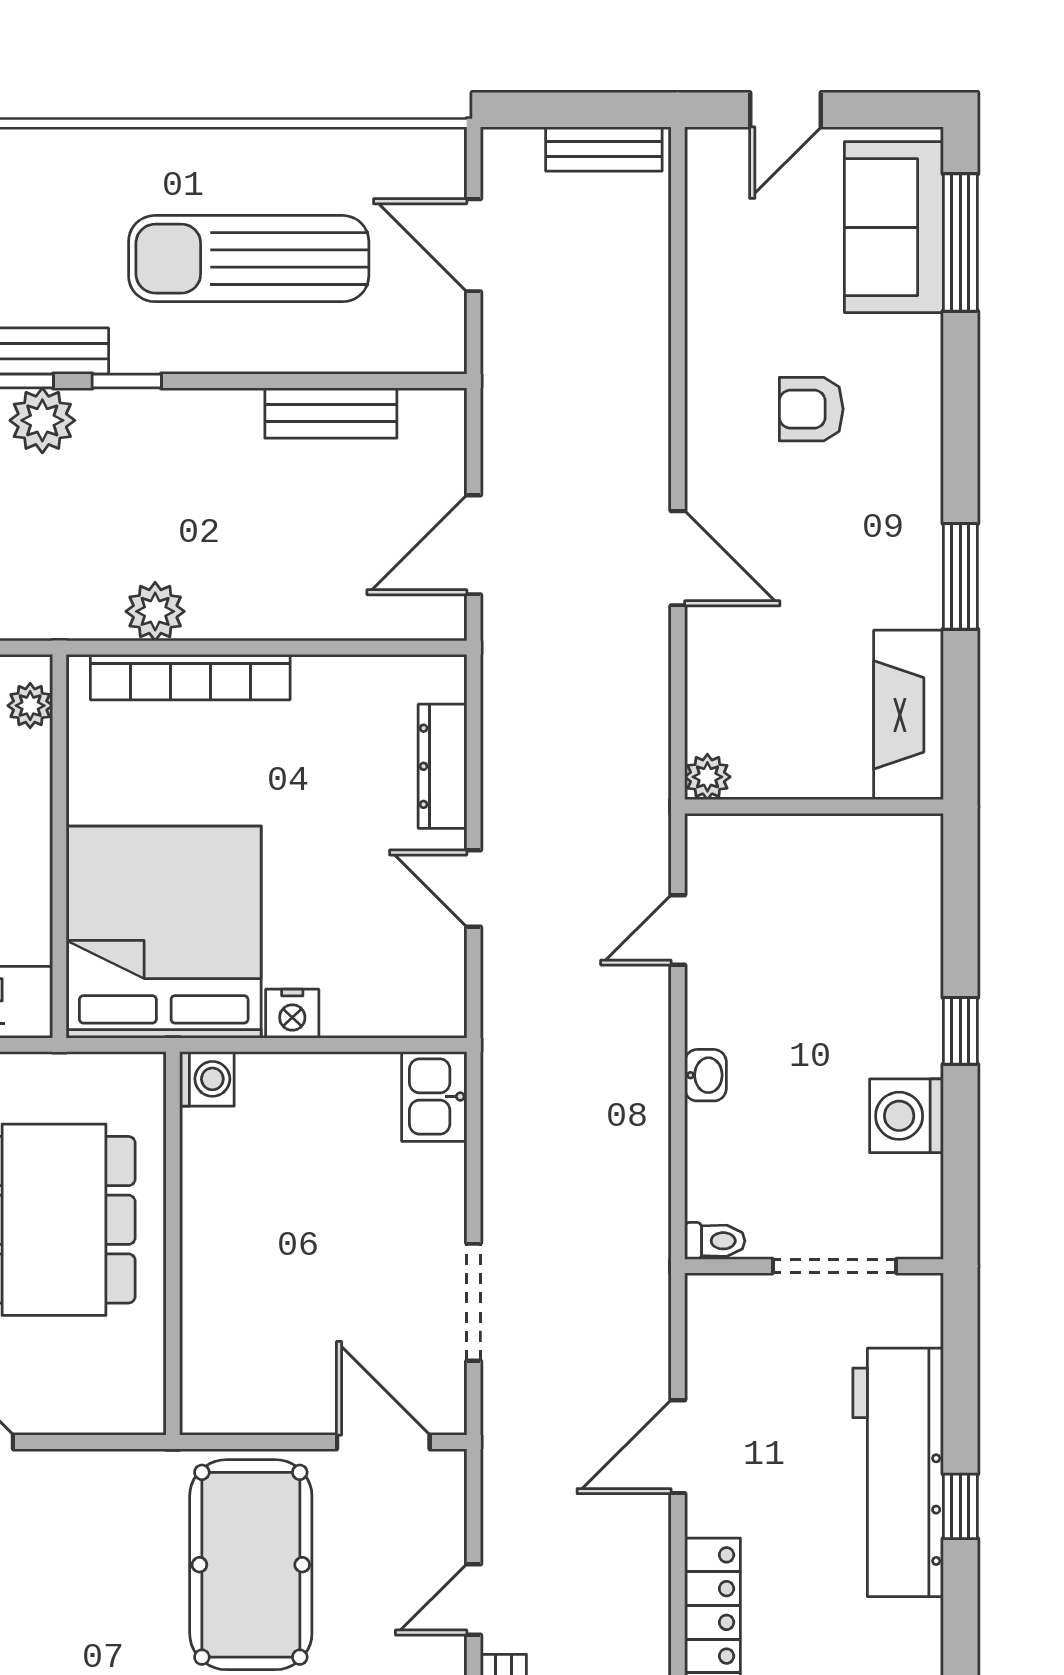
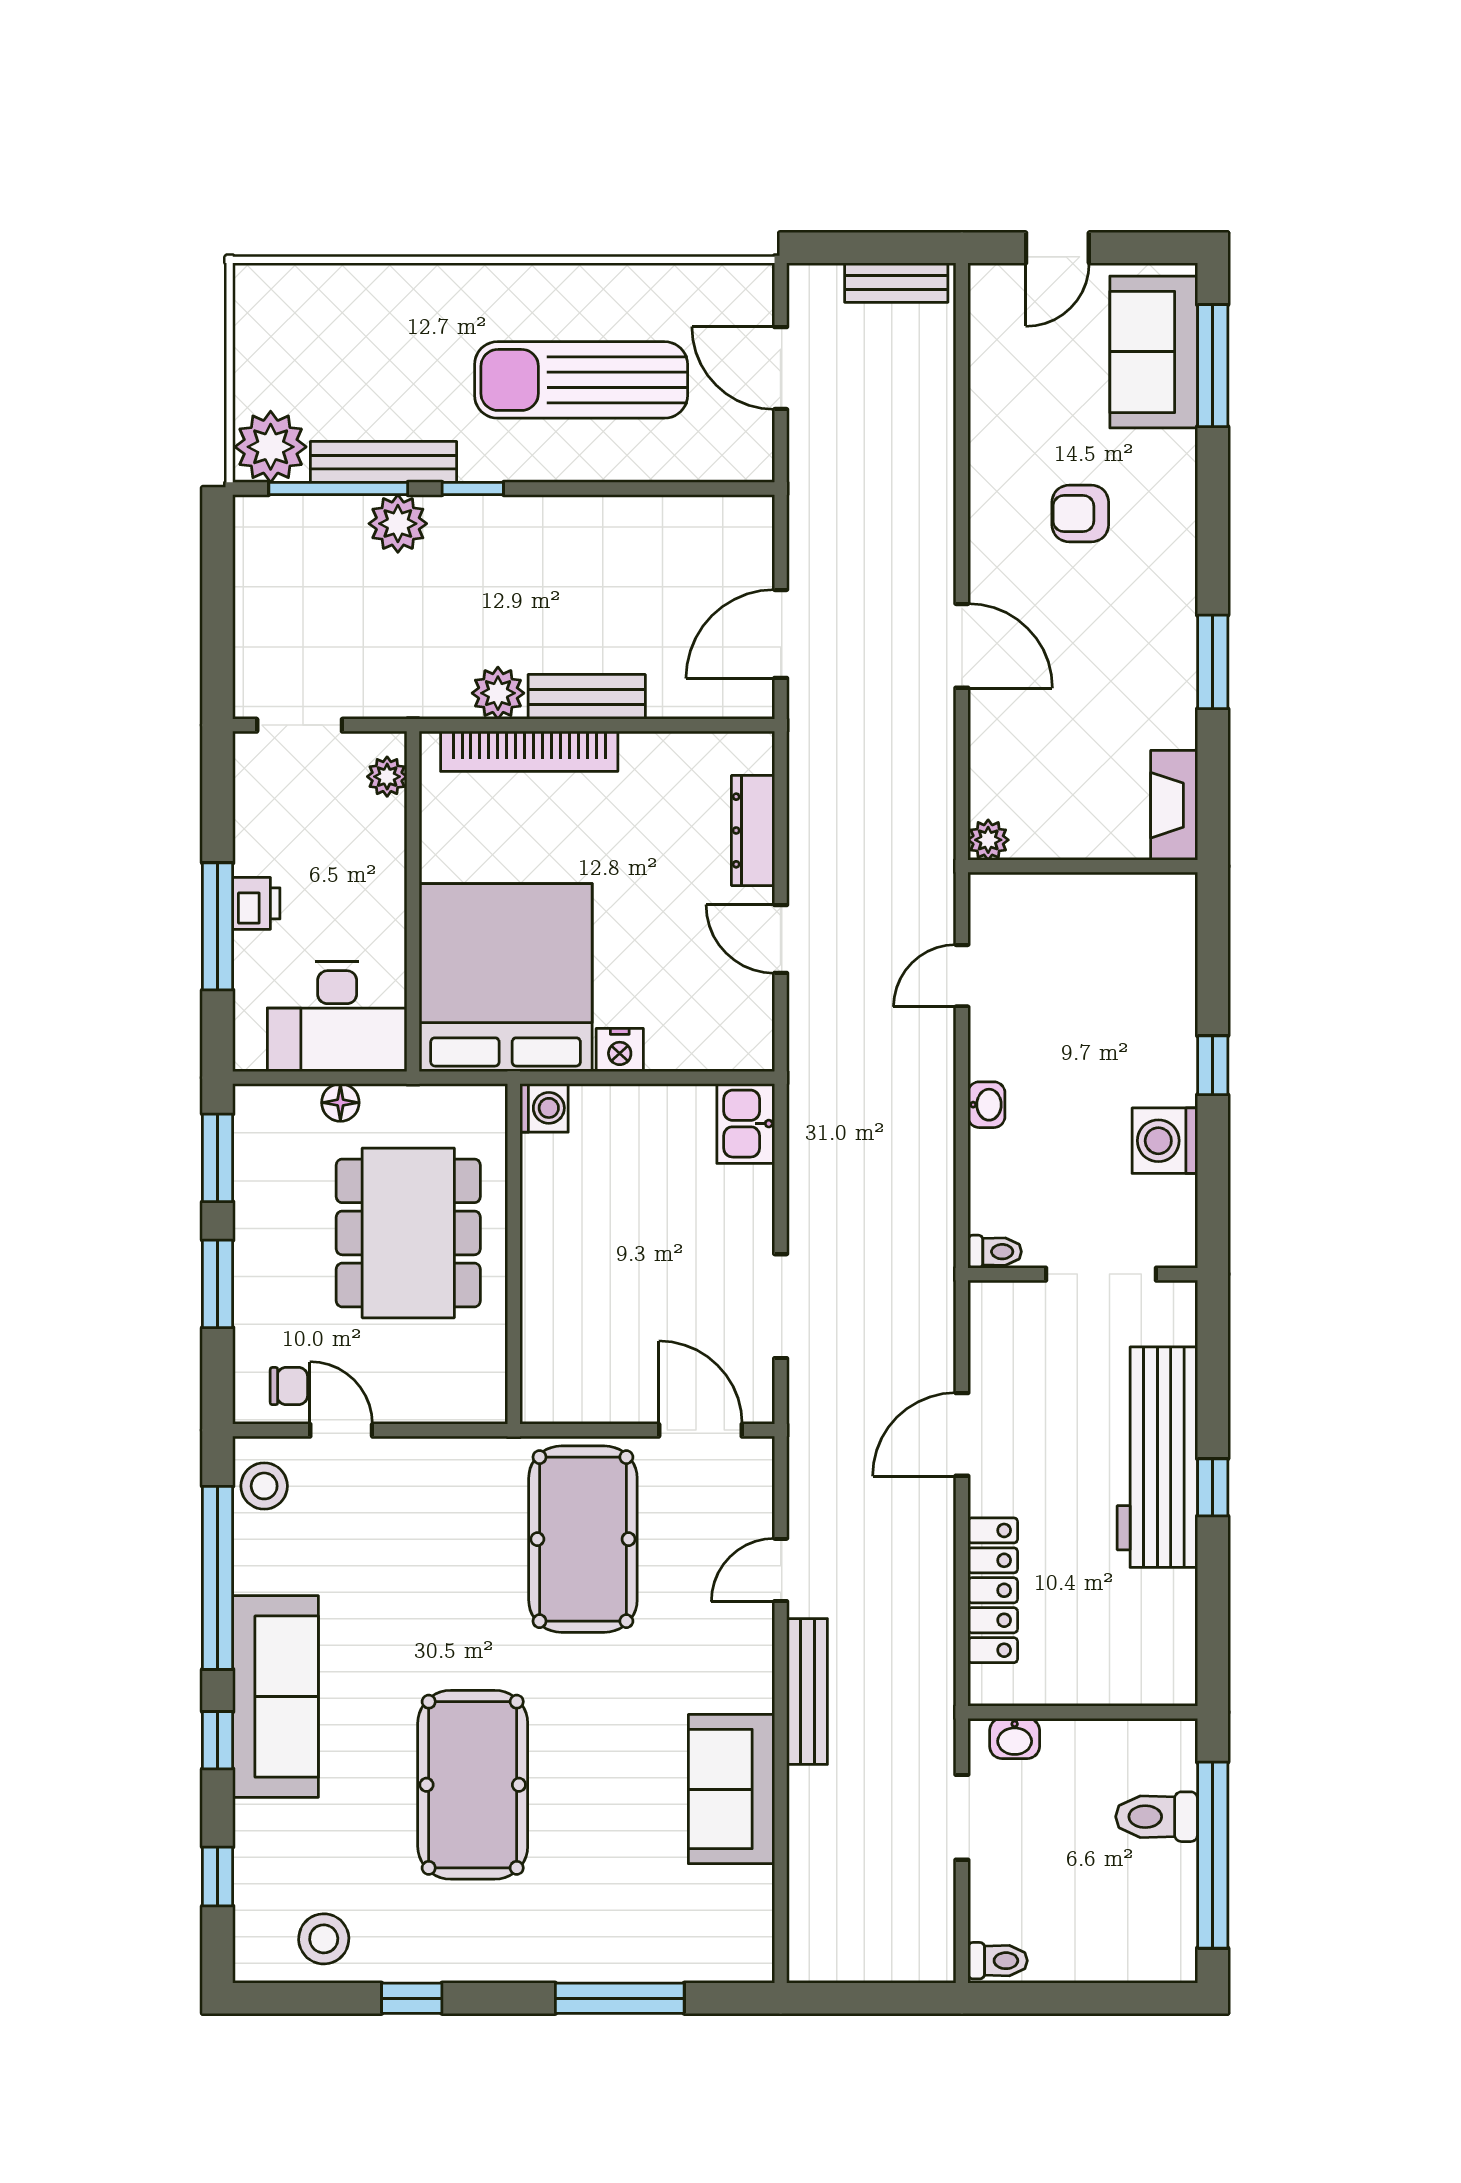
bench: (331, 413) -> (587, 697), moved
fireplace: (909, 715) -> (1174, 805), width x0.73, depth x0.76

